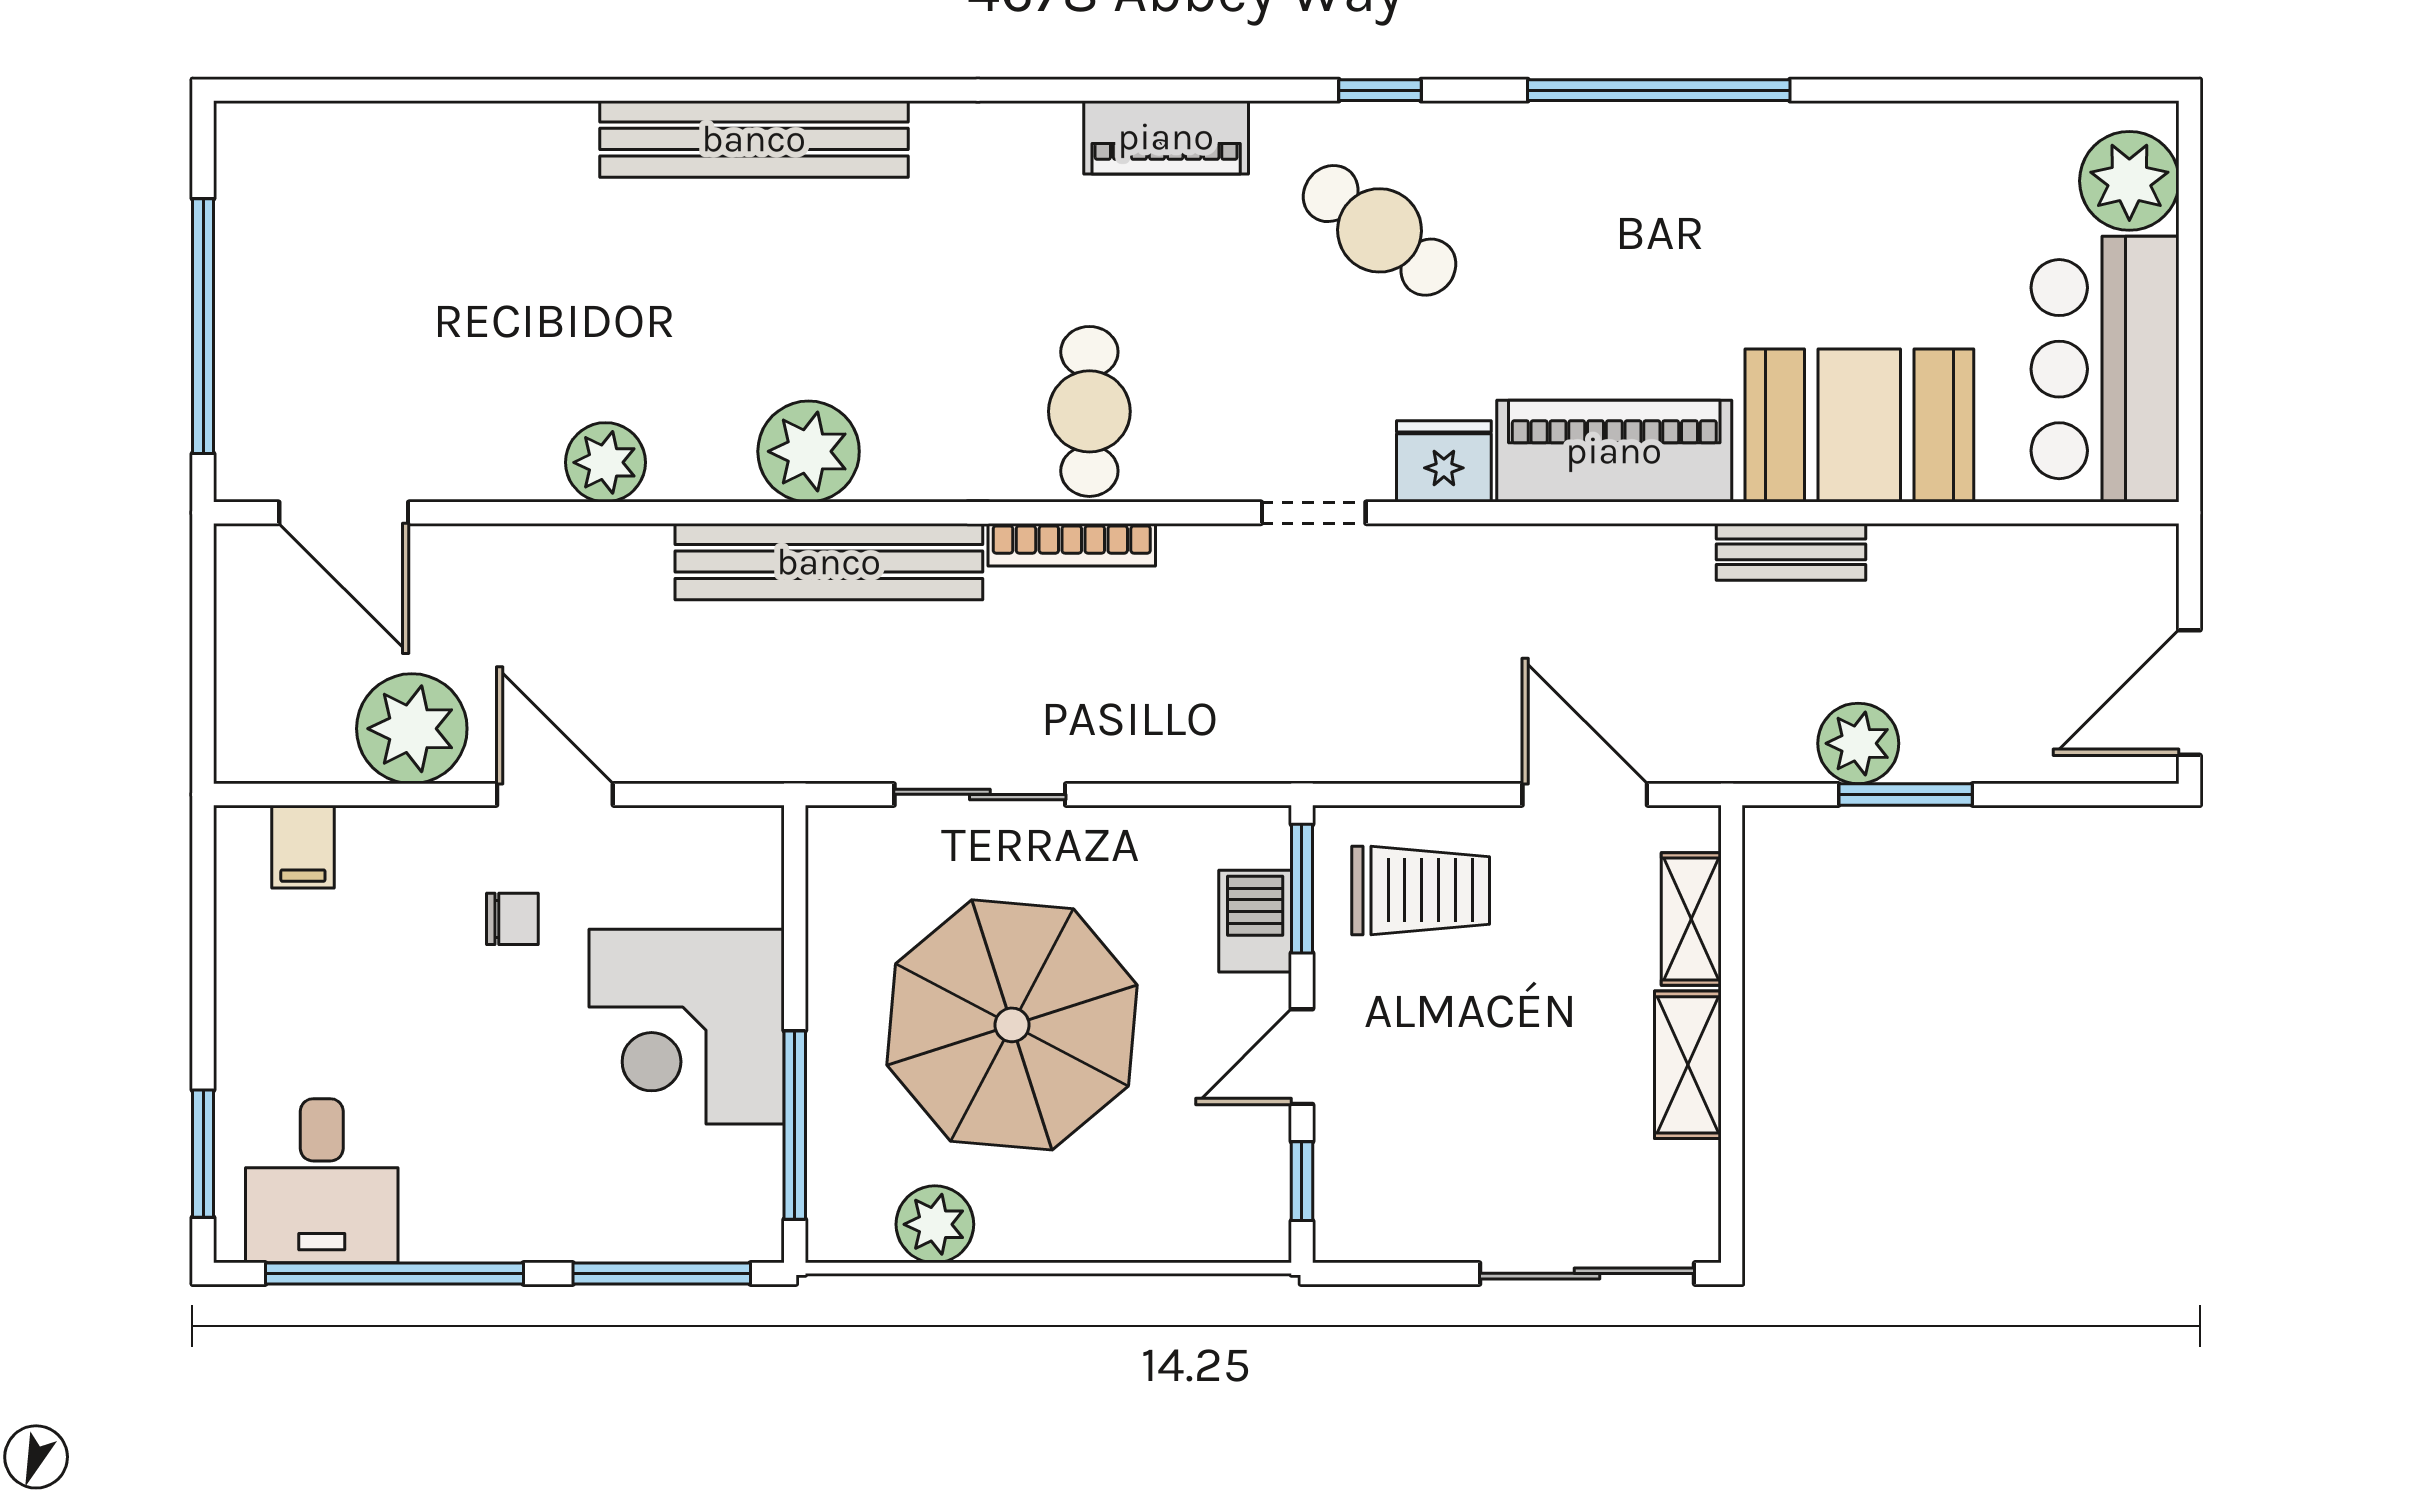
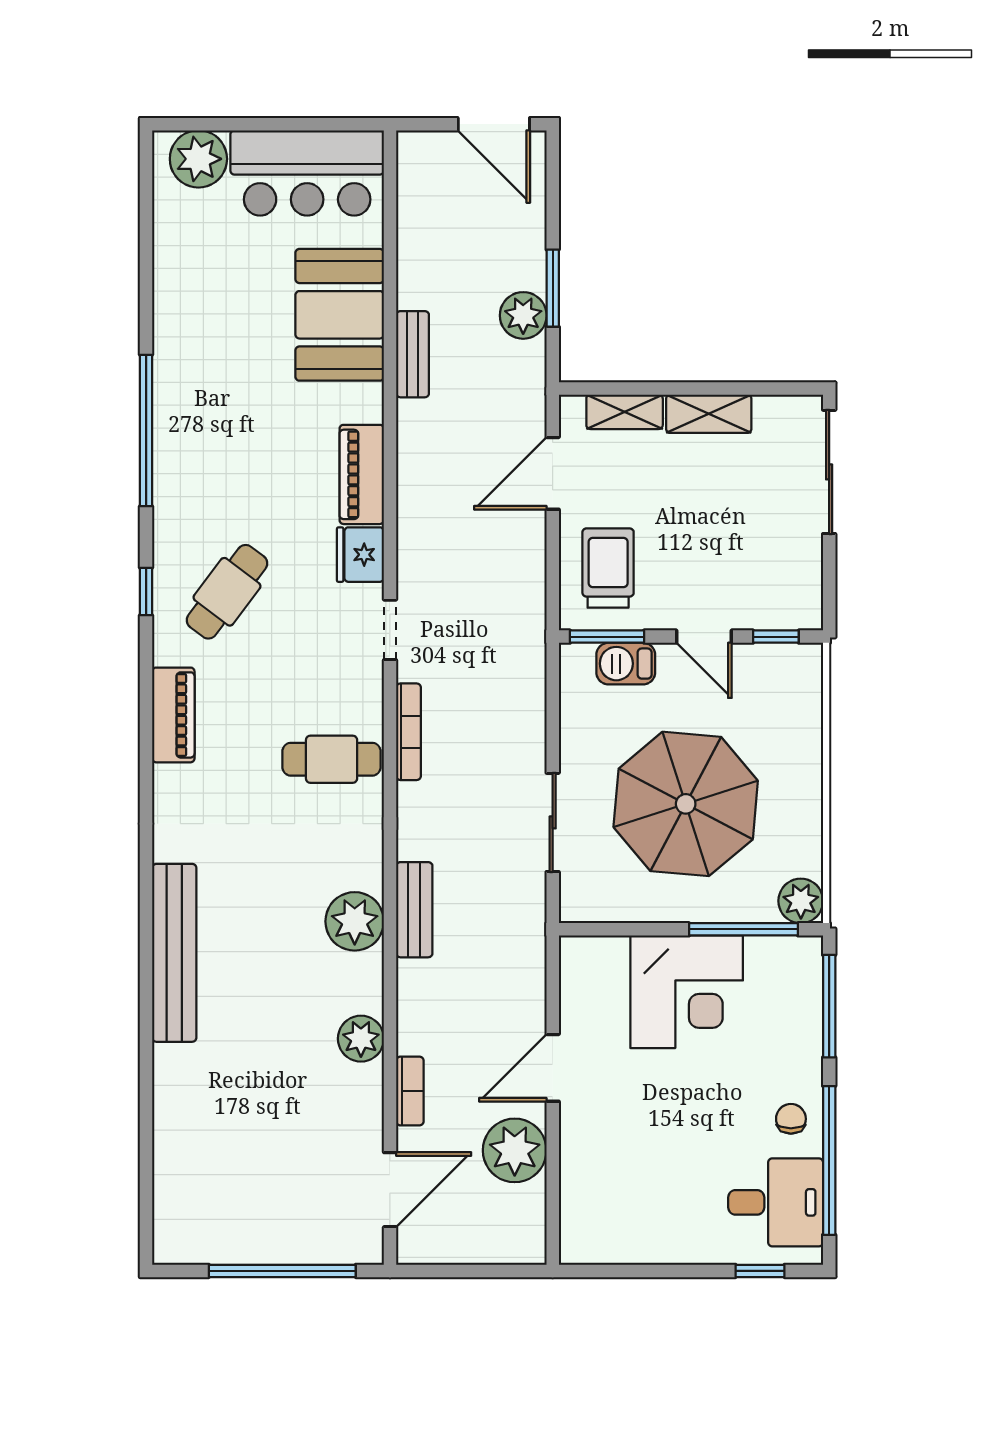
piano: (1614, 451) -> (362, 474), width x0.73, depth x0.75
bookcase: (1072, 545) -> (408, 732), moved
bookcase: (515, 547) -> (410, 1091), added
bench: (829, 562) -> (414, 910), width x0.54, depth x0.82
filing cabinet: (303, 847) -> (583, 1213), removed
chair: (512, 919) -> (791, 1119), moved
window: (203, 1154) -> (760, 1271), width x0.67
plant: (935, 1224) -> (801, 901), moved

